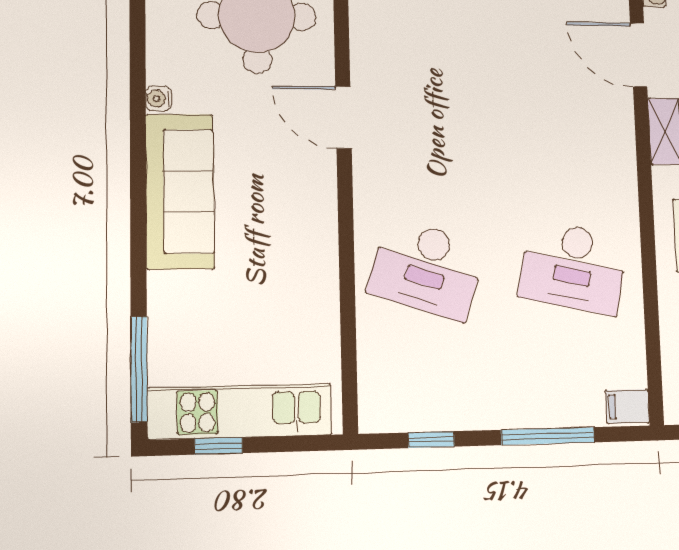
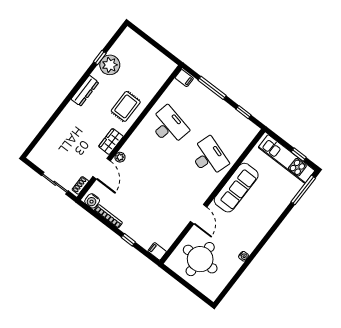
plant: (621, 112) -> (120, 157), added
sofa: (180, 191) -> (236, 188), moved, turned 180

